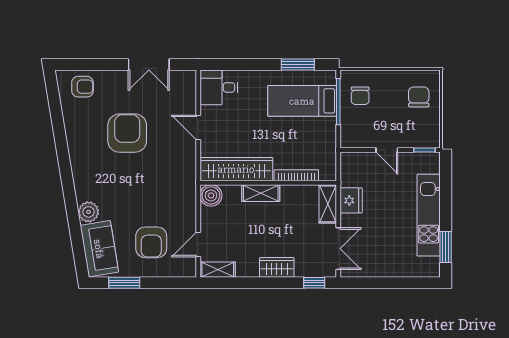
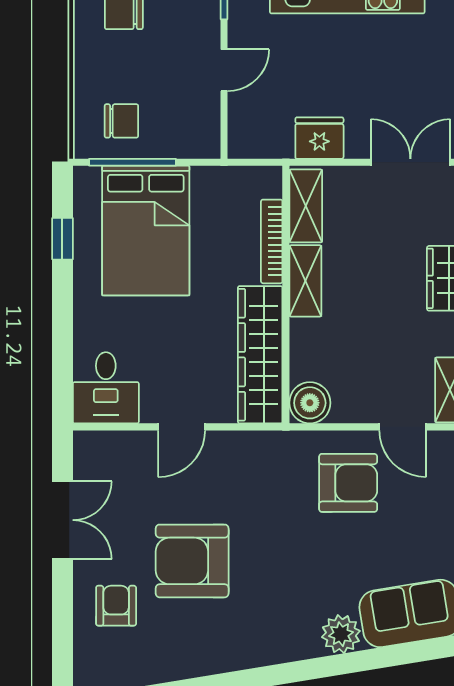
window: (298, 64) -> (62, 239), width x0.67
armchair: (82, 87) -> (116, 606), moved
bed: (302, 101) -> (146, 230), width x1.50
shelving: (261, 193) -> (305, 281), moved
shelving: (328, 204) -> (306, 206), moved, turned 90
armchair: (151, 242) -> (348, 483), moved

